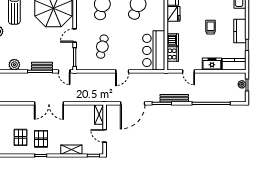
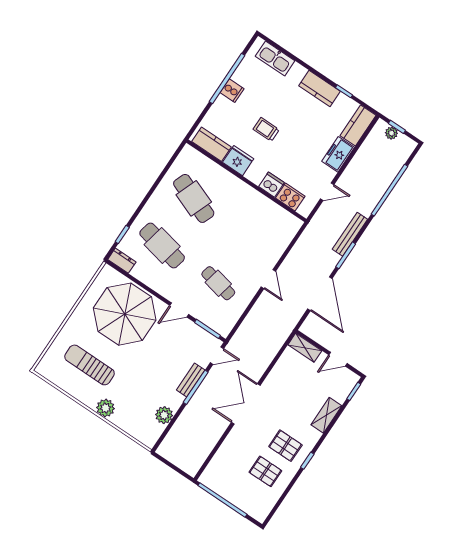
trolley: (211, 27) -> (266, 129), moved
door: (75, 35) -> (179, 310), hinge flipped
bar counter: (154, 50) -> (269, 219), removed
double door: (49, 103) -> (246, 404), swing flipped

